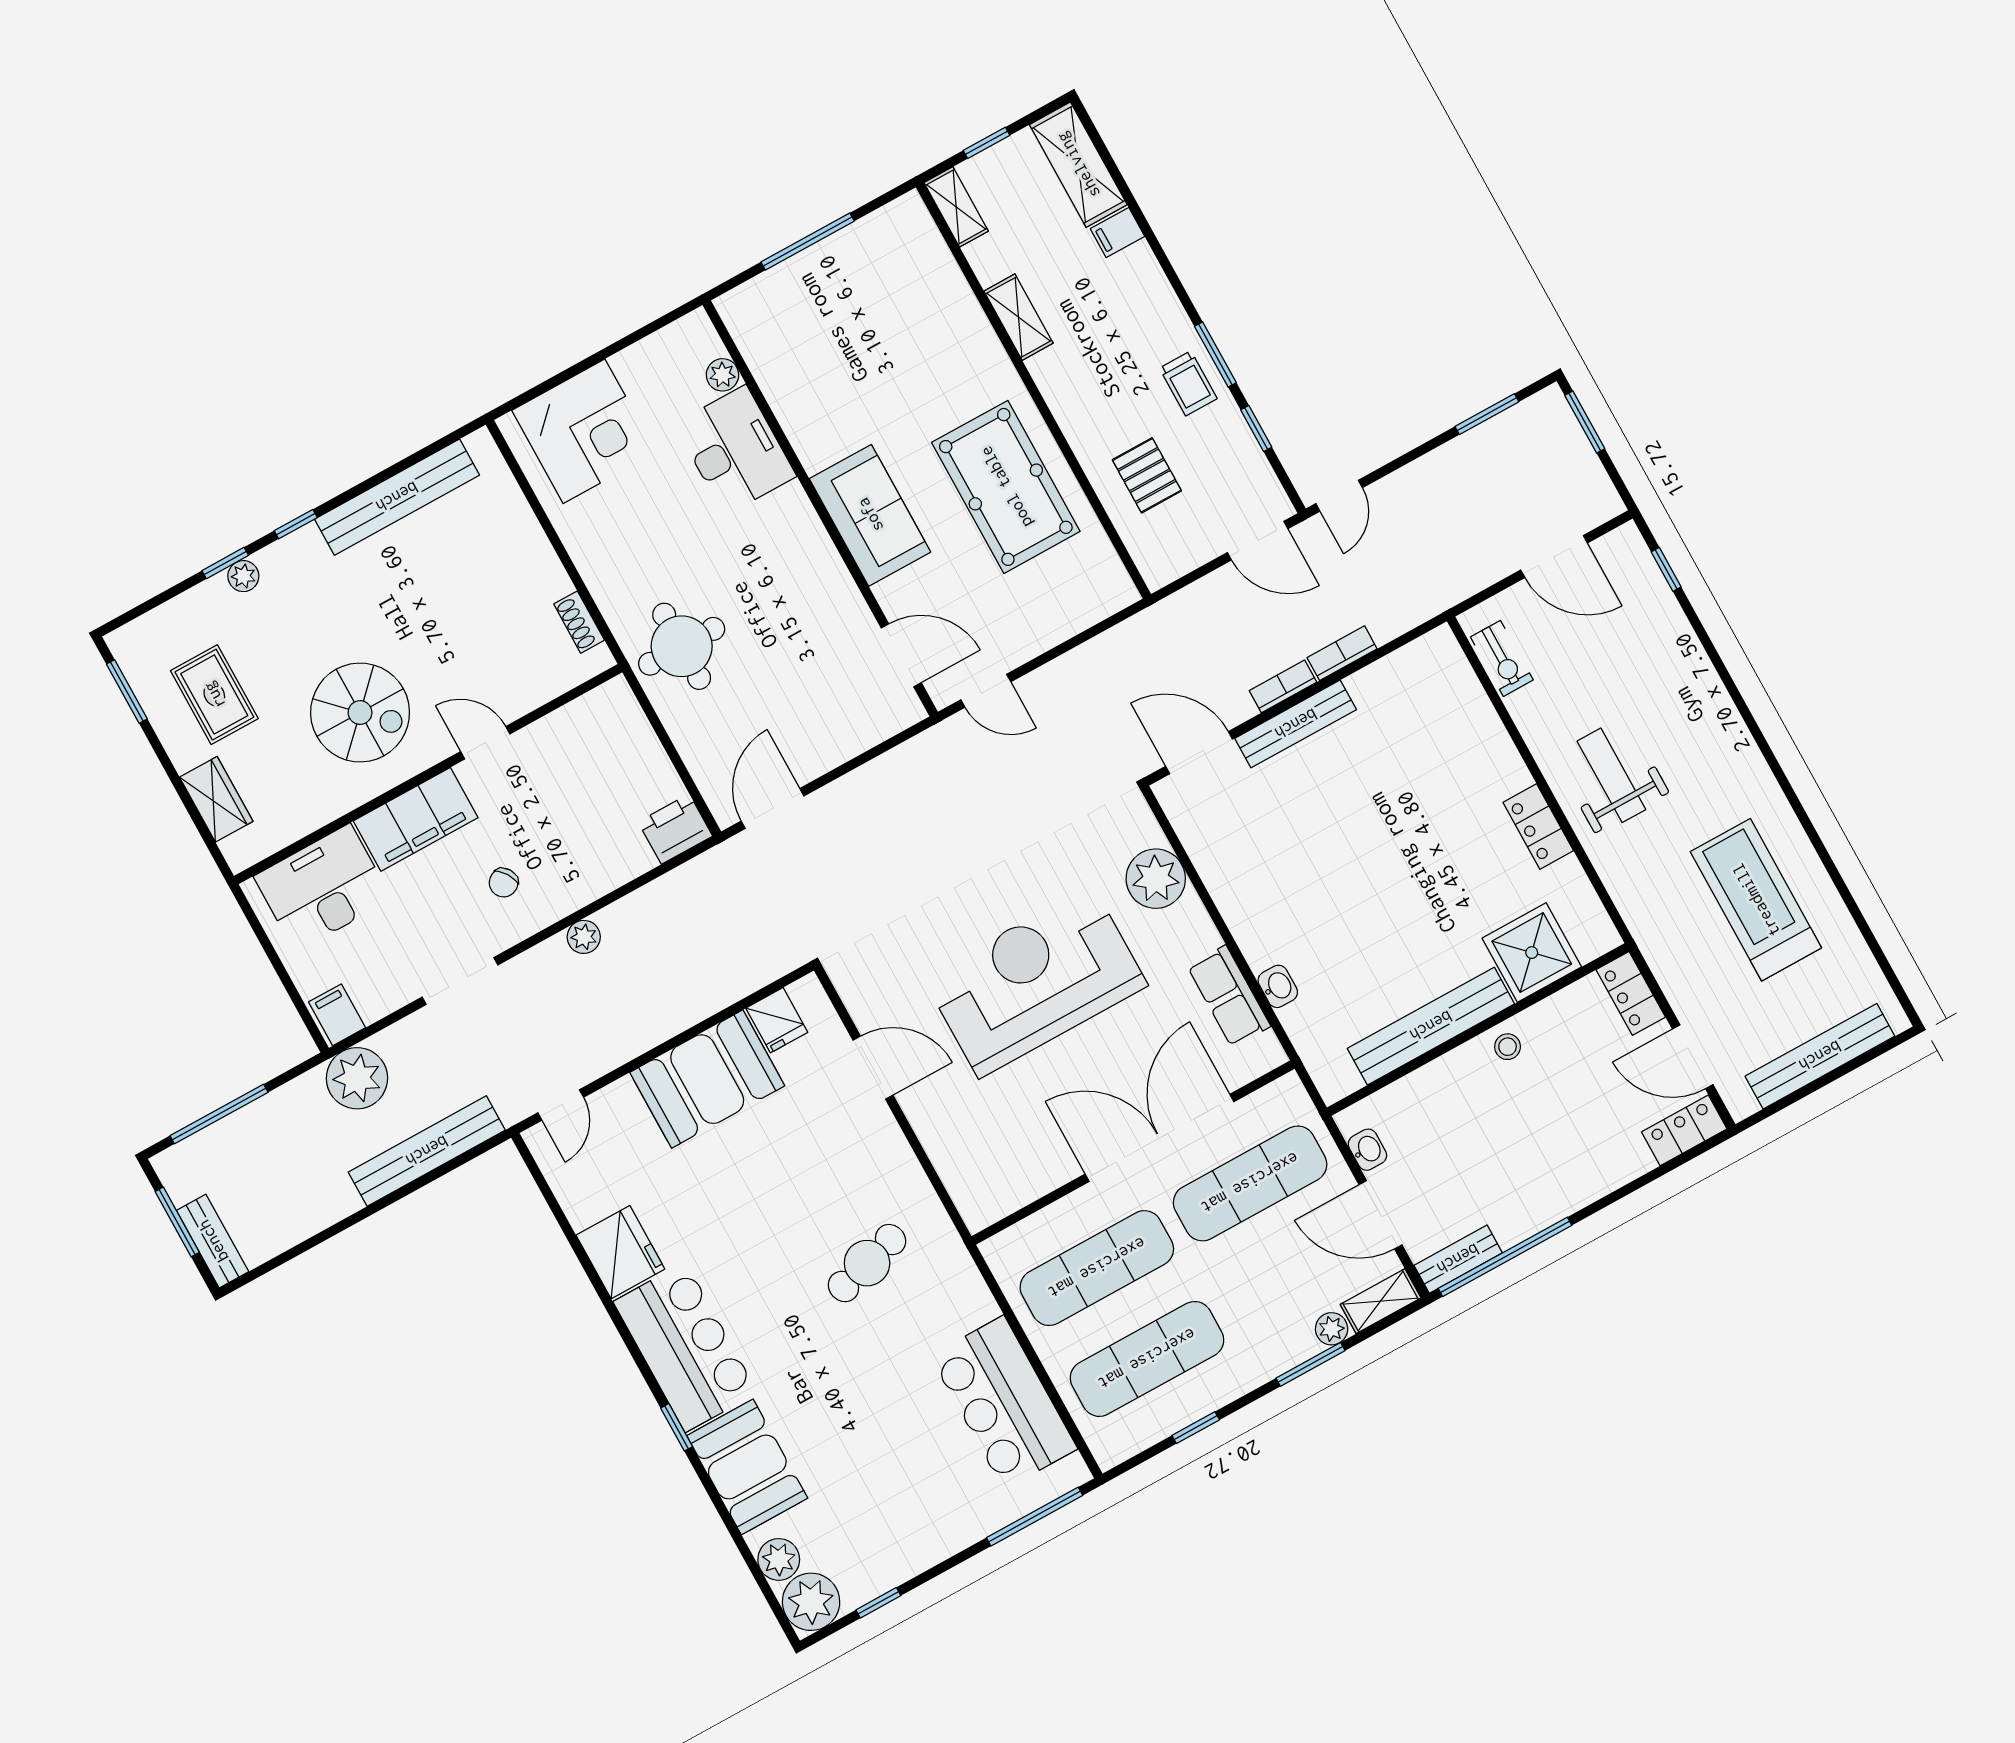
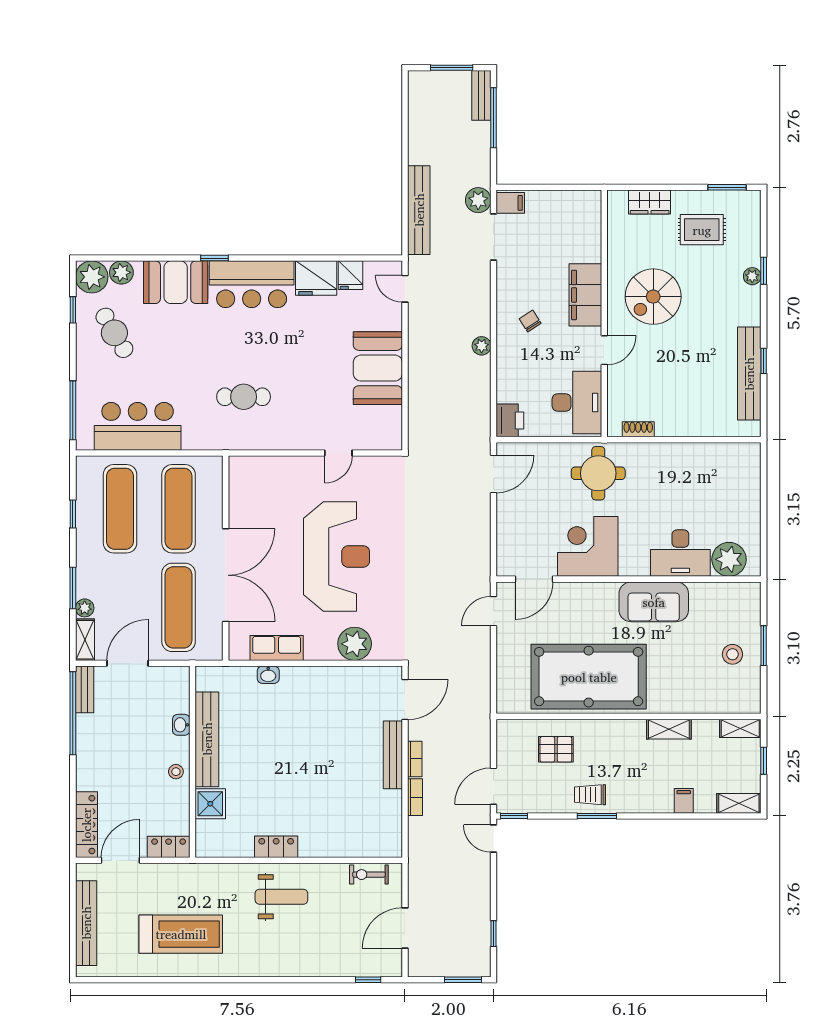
shelving: (1078, 165) -> (739, 803), width x0.67, depth x0.75
window: (808, 242) -> (764, 646), width x0.69
stool: (848, 282) -> (732, 654), added
plant: (723, 375) -> (729, 559), width x1.87, depth x1.87
window: (1487, 414) -> (494, 934), width x0.67
window: (1256, 428) -> (514, 816), moved
corner desk: (584, 431) -> (588, 546), moved, turned 90
pool table: (1006, 487) -> (589, 677), width x1.36, depth x1.32
sofa: (870, 515) -> (654, 602), moved
window: (296, 524) -> (764, 361), moved
door: (772, 808) -> (494, 474), hinge flipped
desk: (323, 888) -> (577, 402), moved
shower: (1532, 953) -> (210, 804), width x0.73, depth x0.73
doorway: (460, 981) -> (494, 237), moved
fridge: (777, 1020) -> (350, 275), moved, turned -90
door: (873, 1068) -> (338, 453), width x0.73
plant: (357, 1078) -> (478, 200), width x0.73, depth x0.73
locker: (1684, 1130) -> (86, 825), width x1.53
washbasin: (1367, 1150) -> (181, 725), moved, turned 90
bench: (213, 1241) -> (481, 95), moved, turned 90
cafe table: (867, 1263) -> (244, 397), turned -74
cafe table: (878, 1519) -> (114, 333), added

